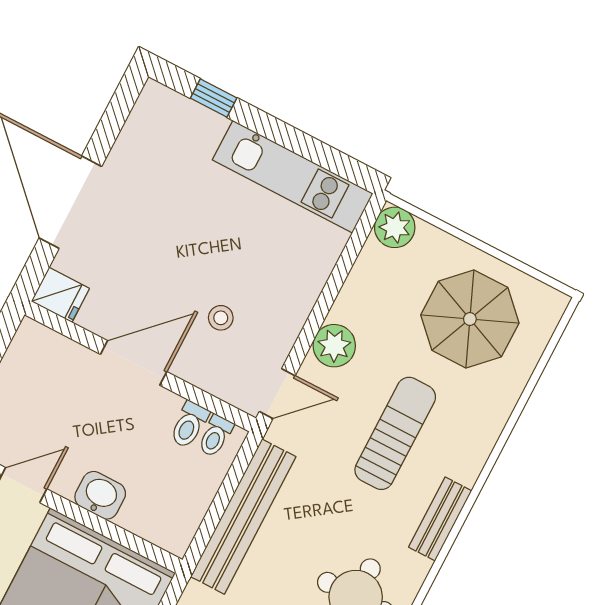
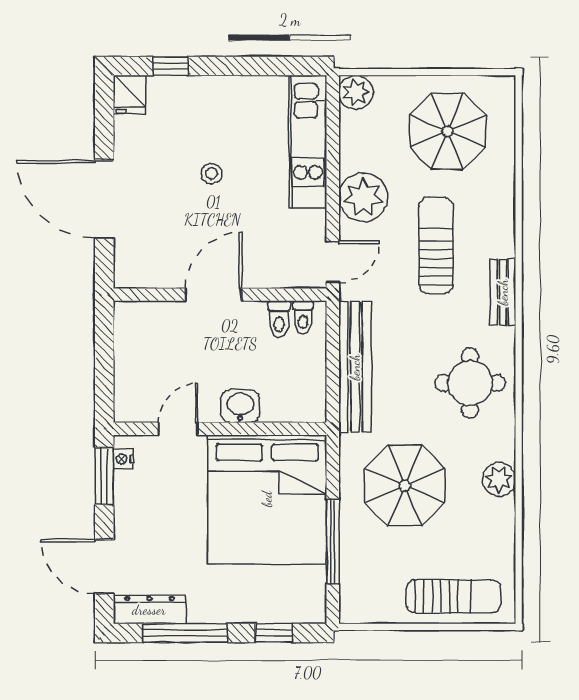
kitchen unit: (293, 177) -> (308, 142), moved, turned 90
fridge: (60, 295) -> (129, 95), moved, turned 90
stool: (221, 318) -> (212, 174), moved
plant: (334, 346) -> (363, 197), width x1.36, depth x1.36

